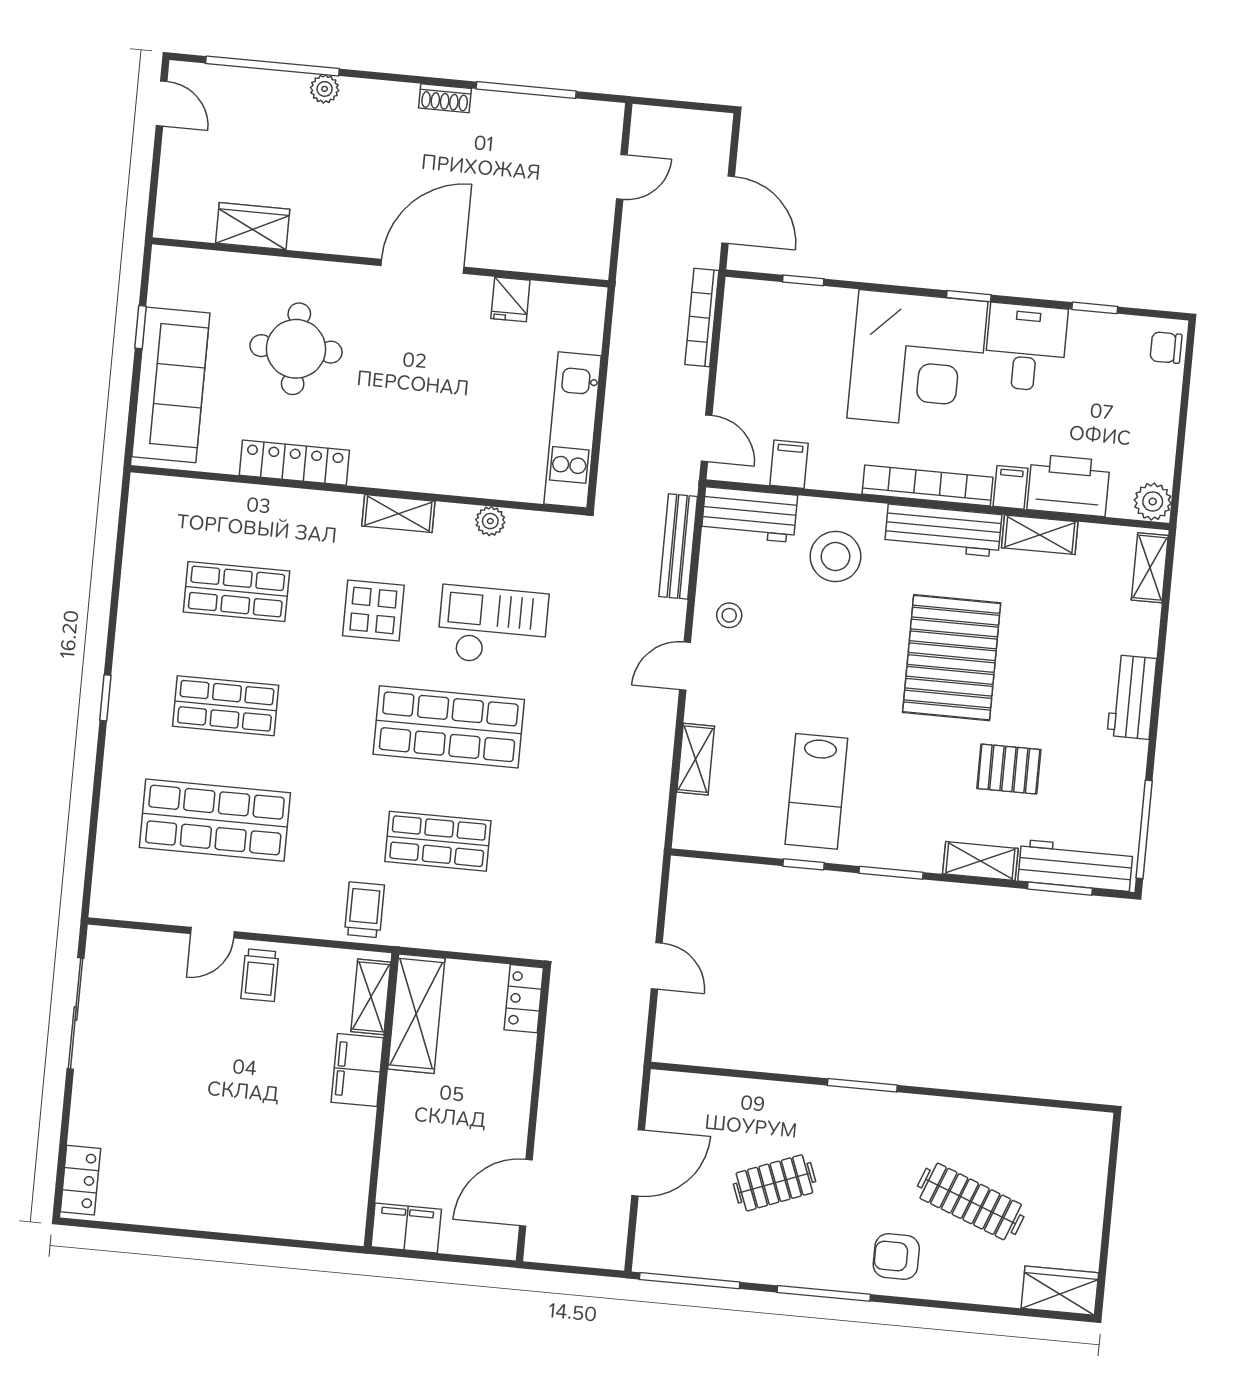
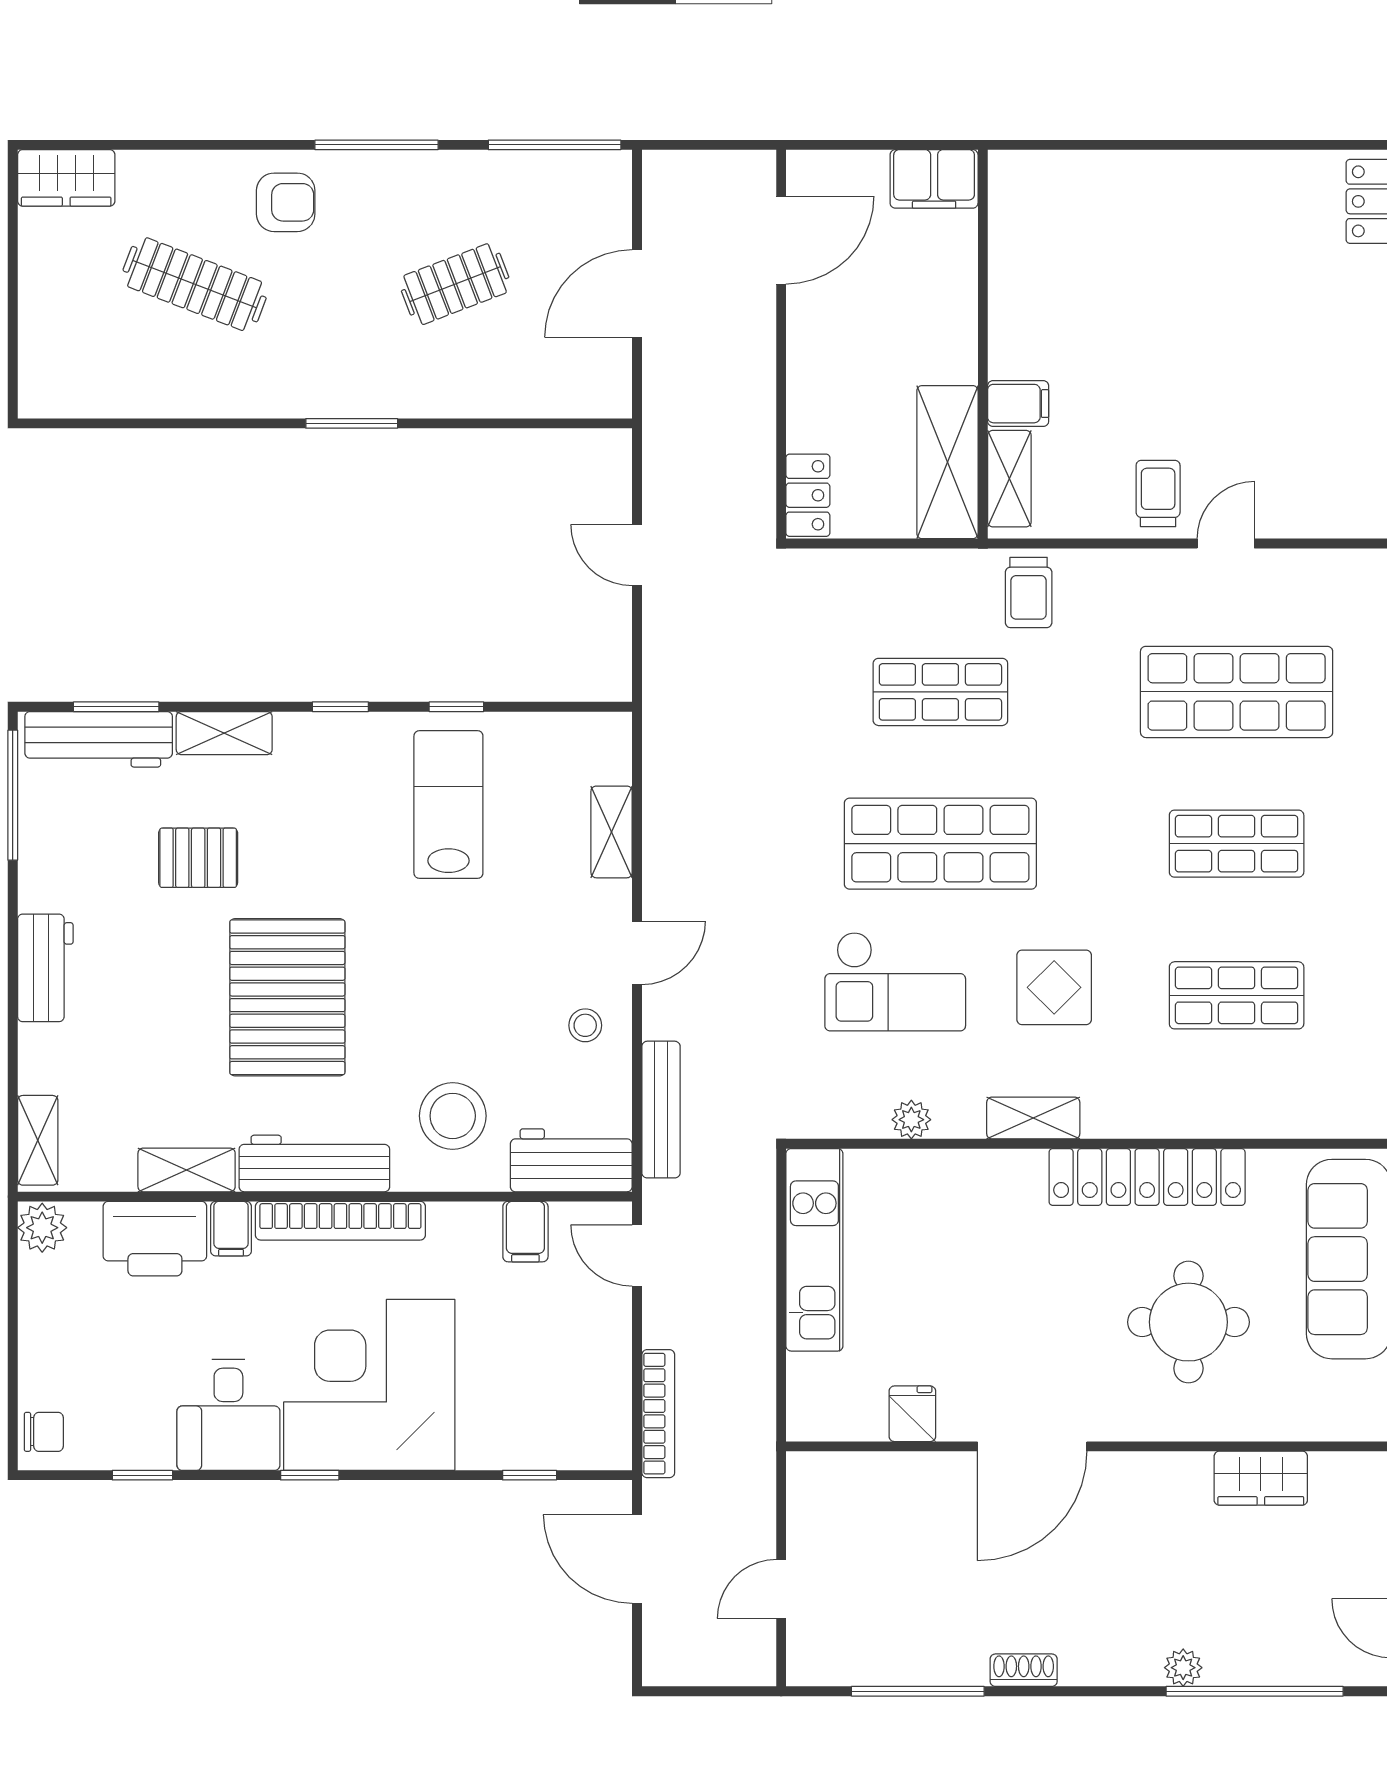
locker: (294, 463) -> (1147, 1177), width x1.41, depth x1.21
window: (891, 873) -> (340, 707), width x0.67
filing cabinet: (357, 1070) -> (1018, 404), width x0.50

